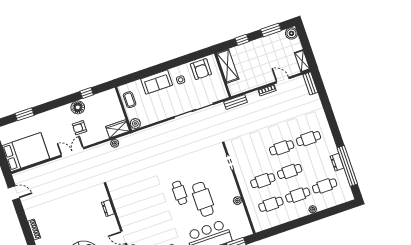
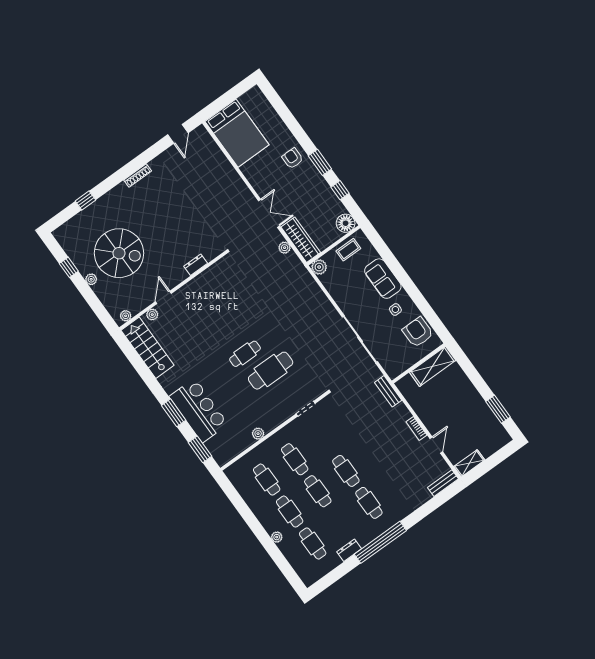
boiler: (291, 33) -> (502, 438), removed
window: (242, 40) -> (473, 375), removed
armchair: (201, 69) -> (418, 332), turned 90
floor lamp: (78, 107) -> (346, 223), moved
window: (25, 114) -> (320, 162), moved
armchair: (79, 128) -> (292, 158), moved
wardrobe: (118, 129) -> (301, 240), width x1.50
double door: (72, 152) -> (269, 213), moved
window: (347, 166) -> (380, 542), moved
cafe table: (203, 199) -> (271, 371), moved

